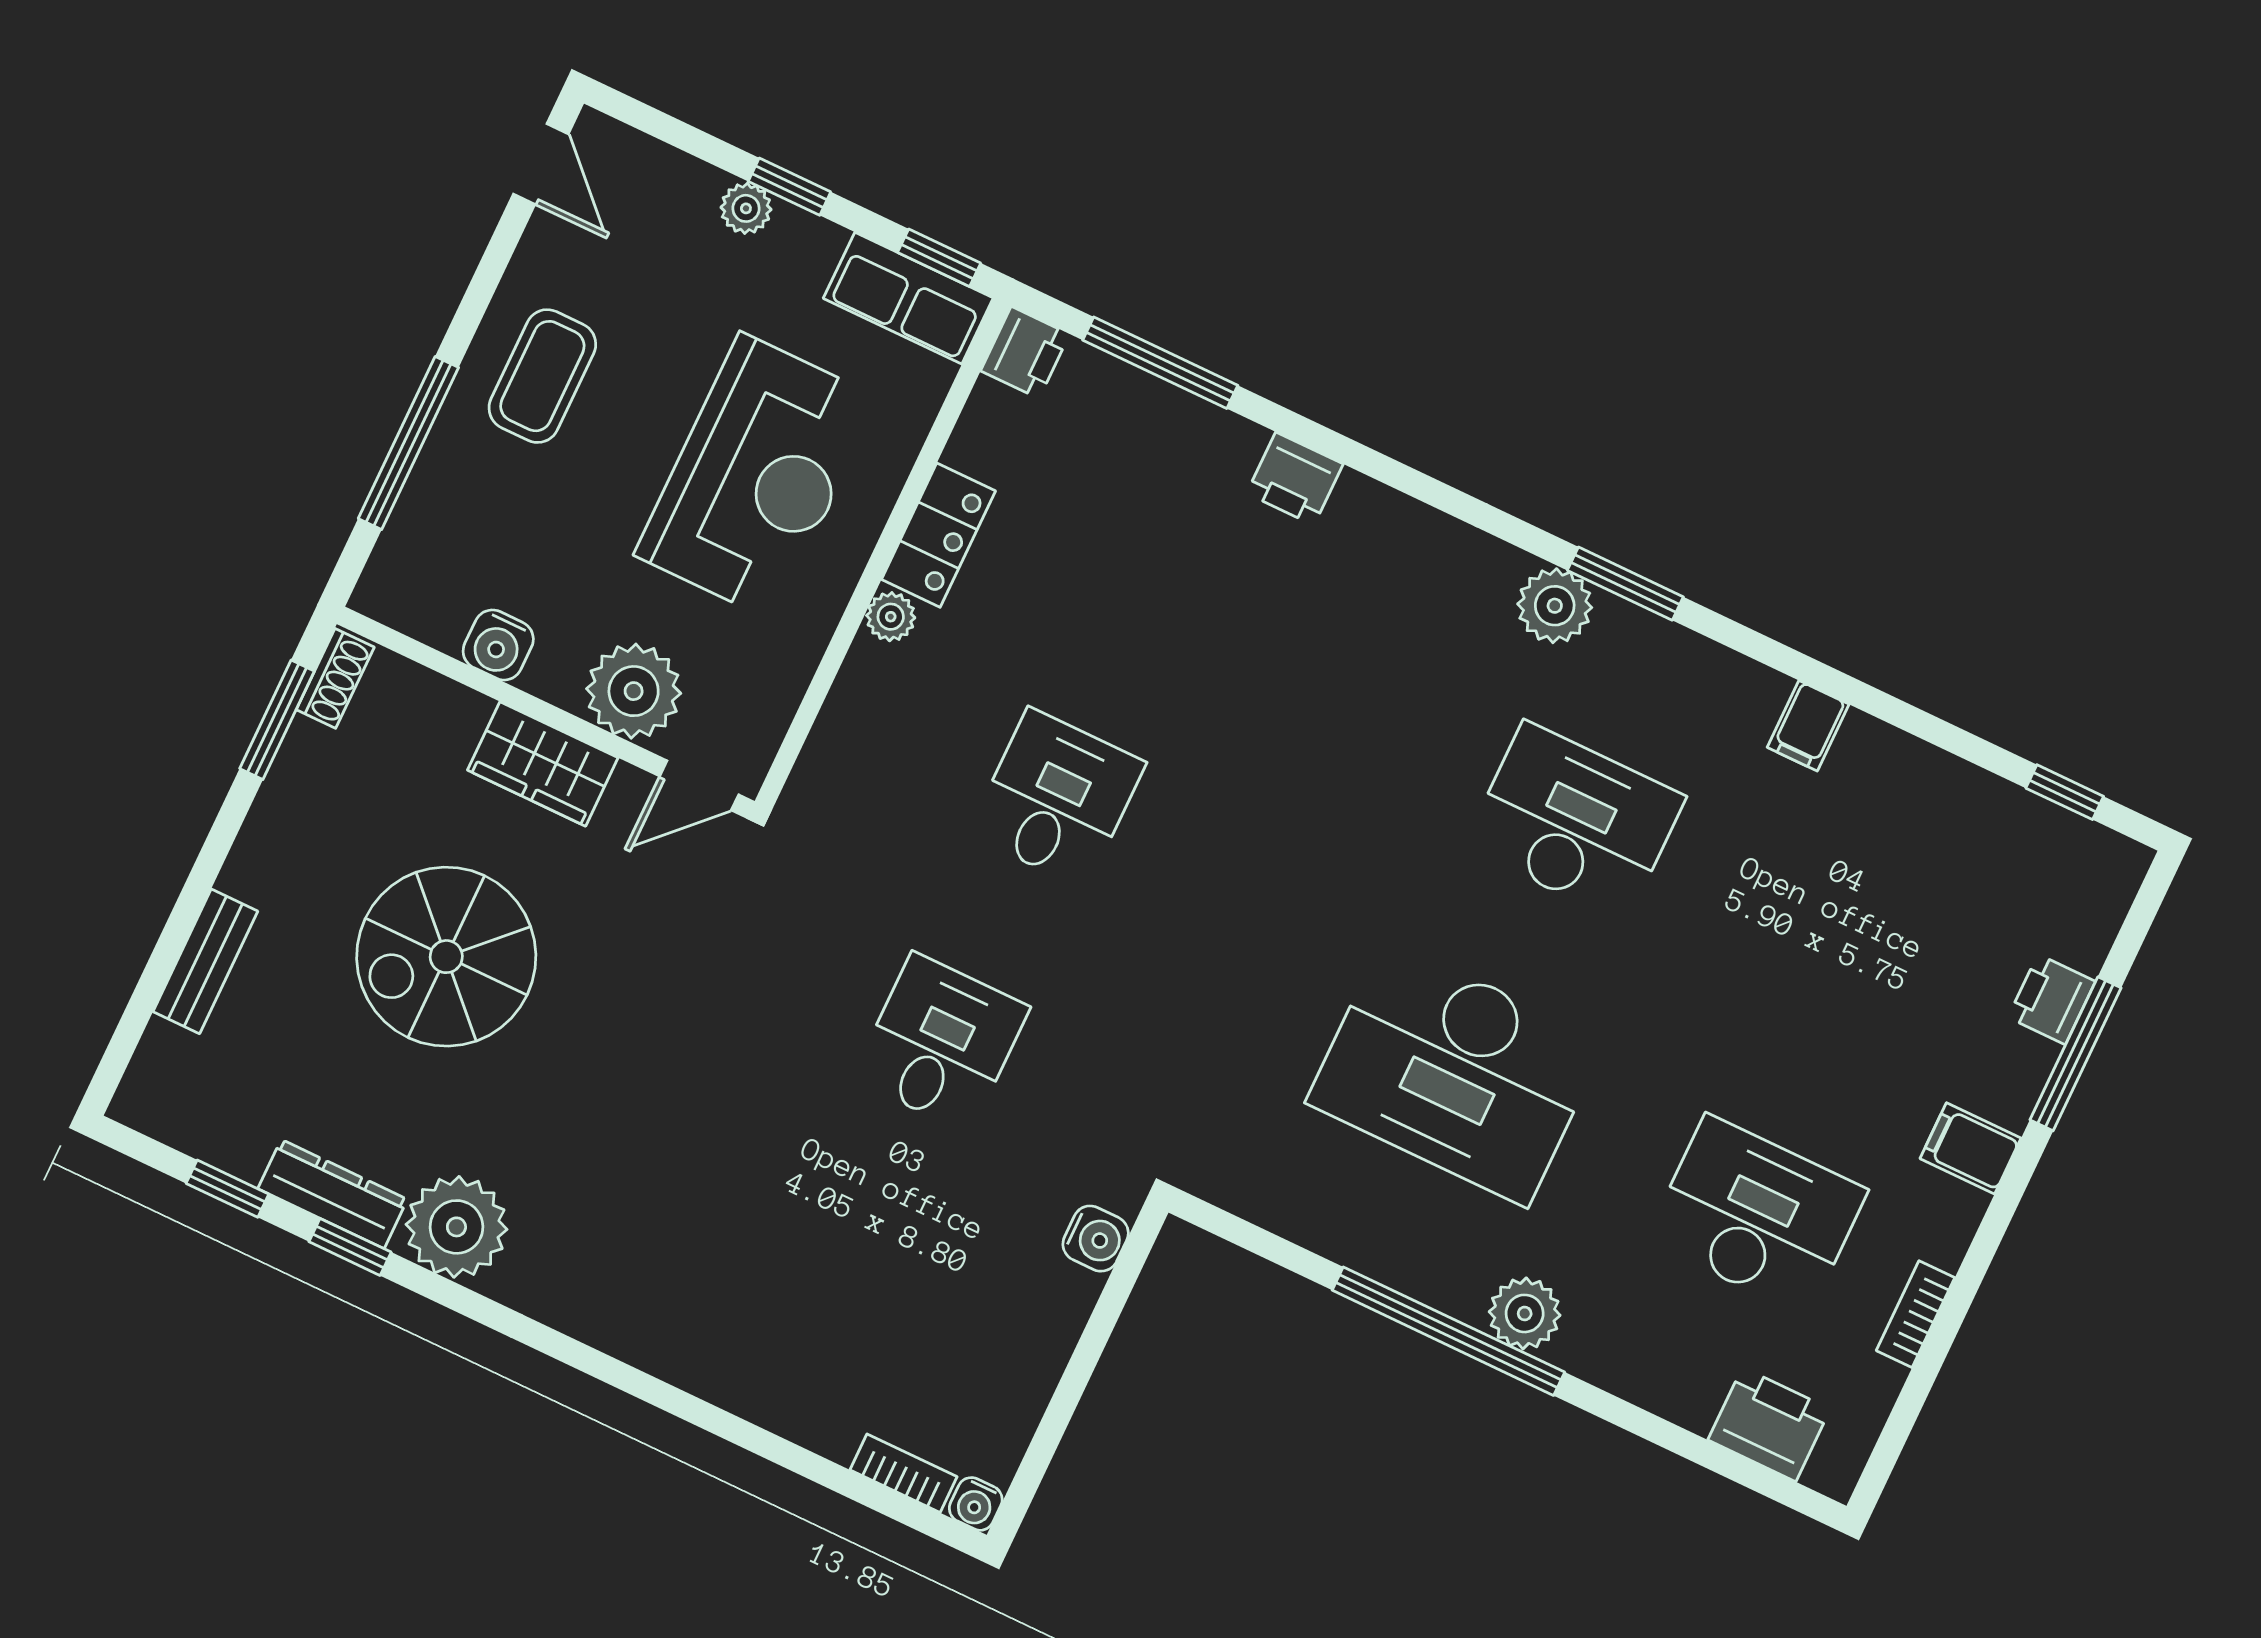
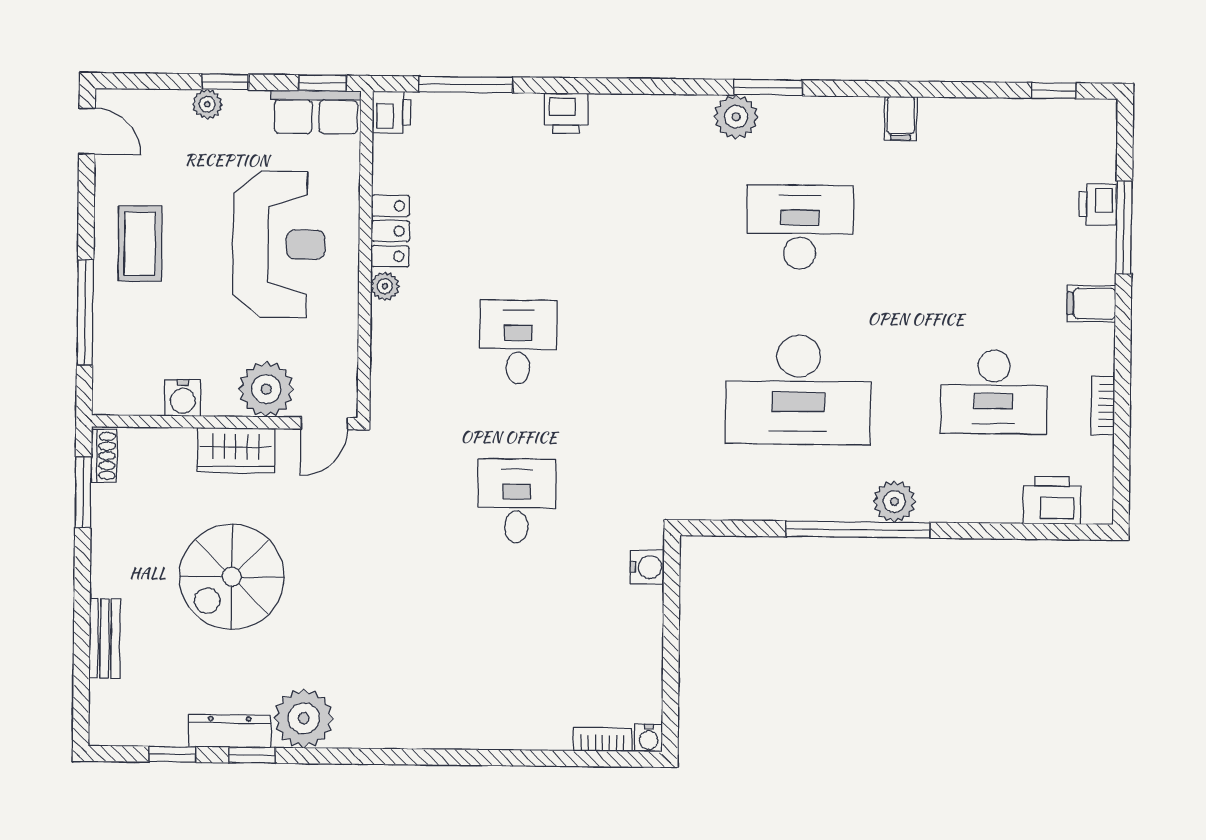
desk: (1757, 1215) -> (994, 392), turned 180

